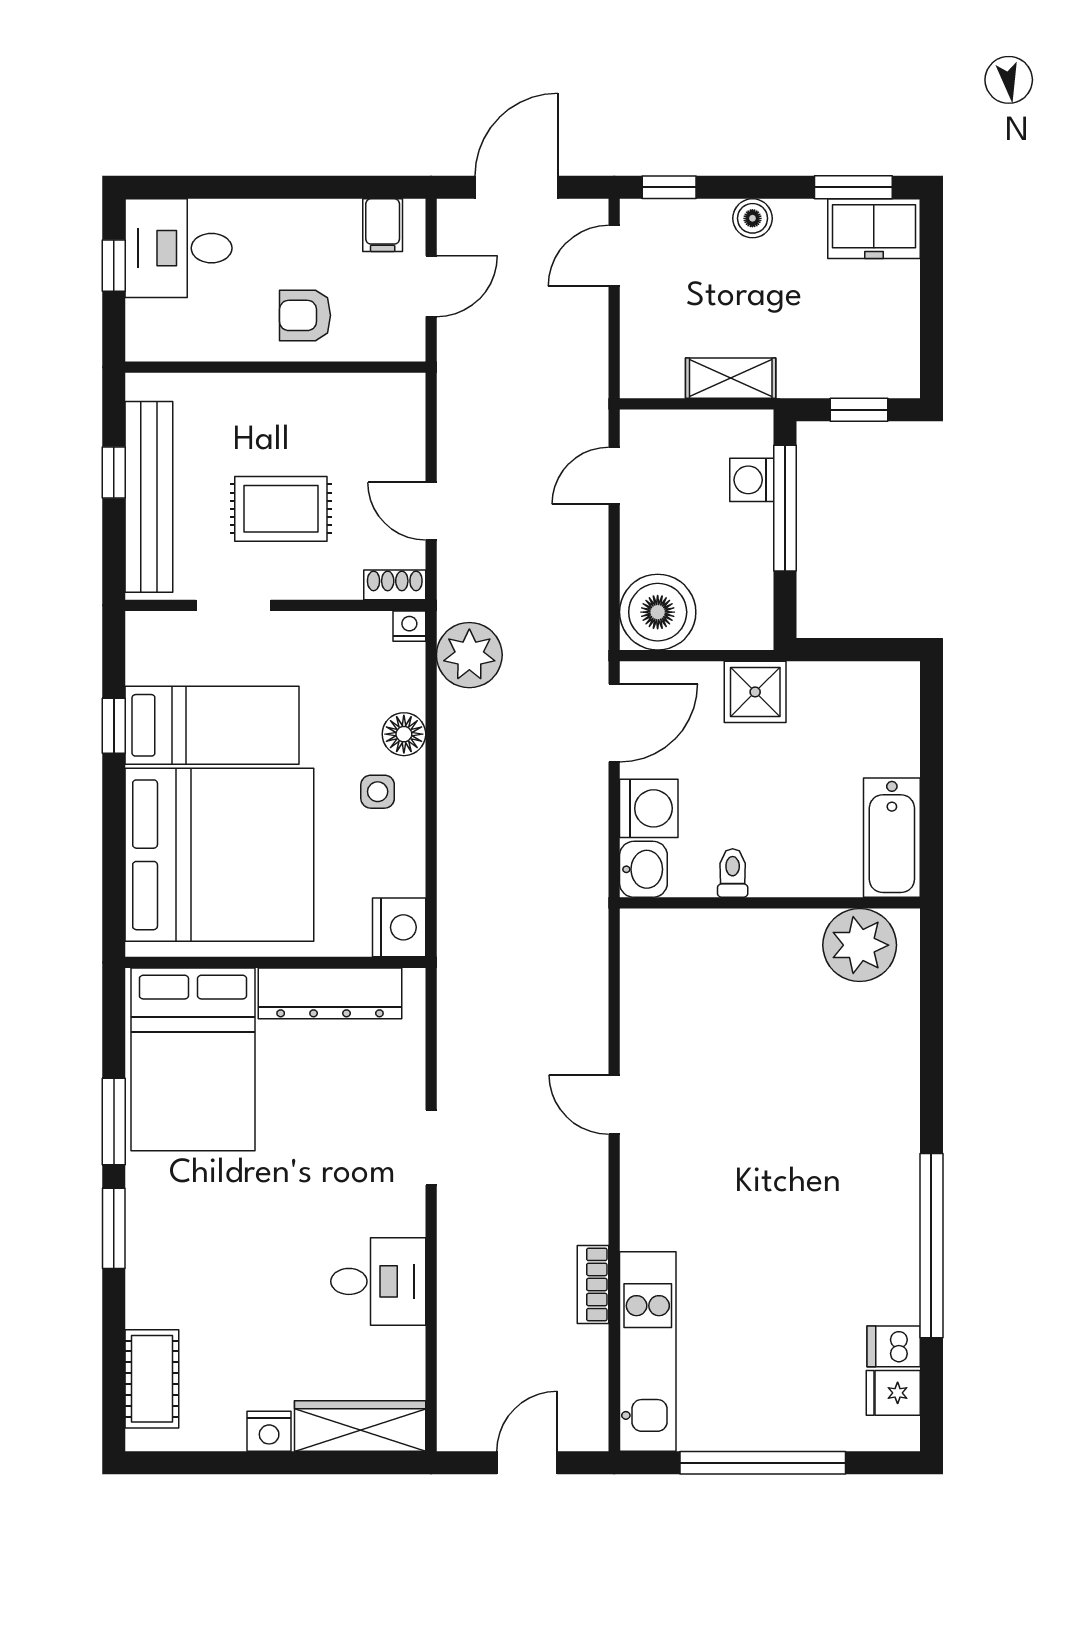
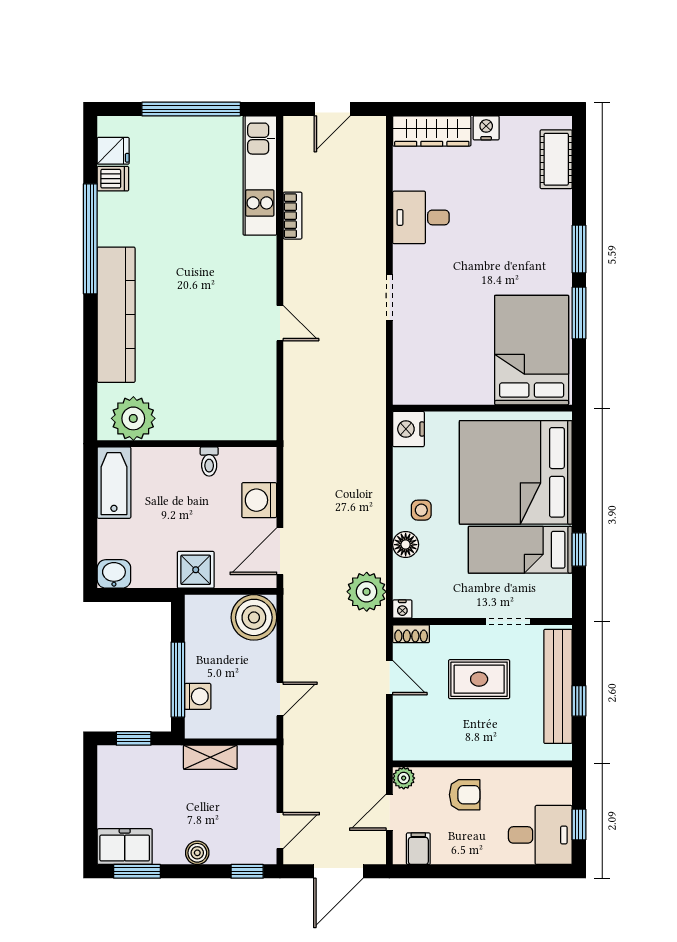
plant: (407, 343) -> (404, 778), added
washbasin: (643, 869) -> (114, 574), moved, turned 90
dresser: (330, 993) -> (450, 390), removed
kitchen counter: (888, 1119) -> (116, 315), added

